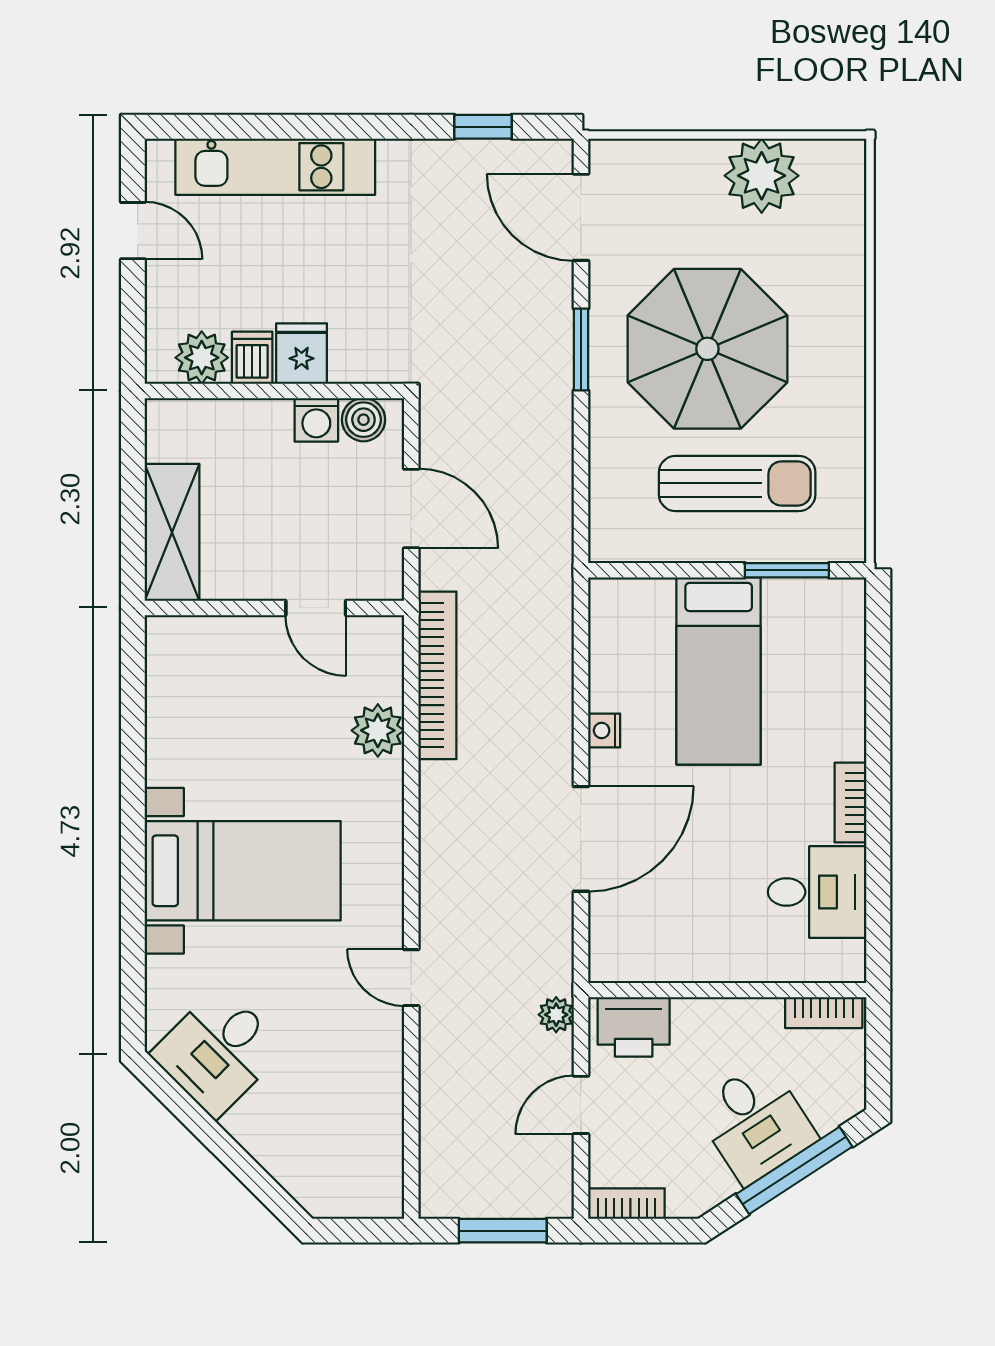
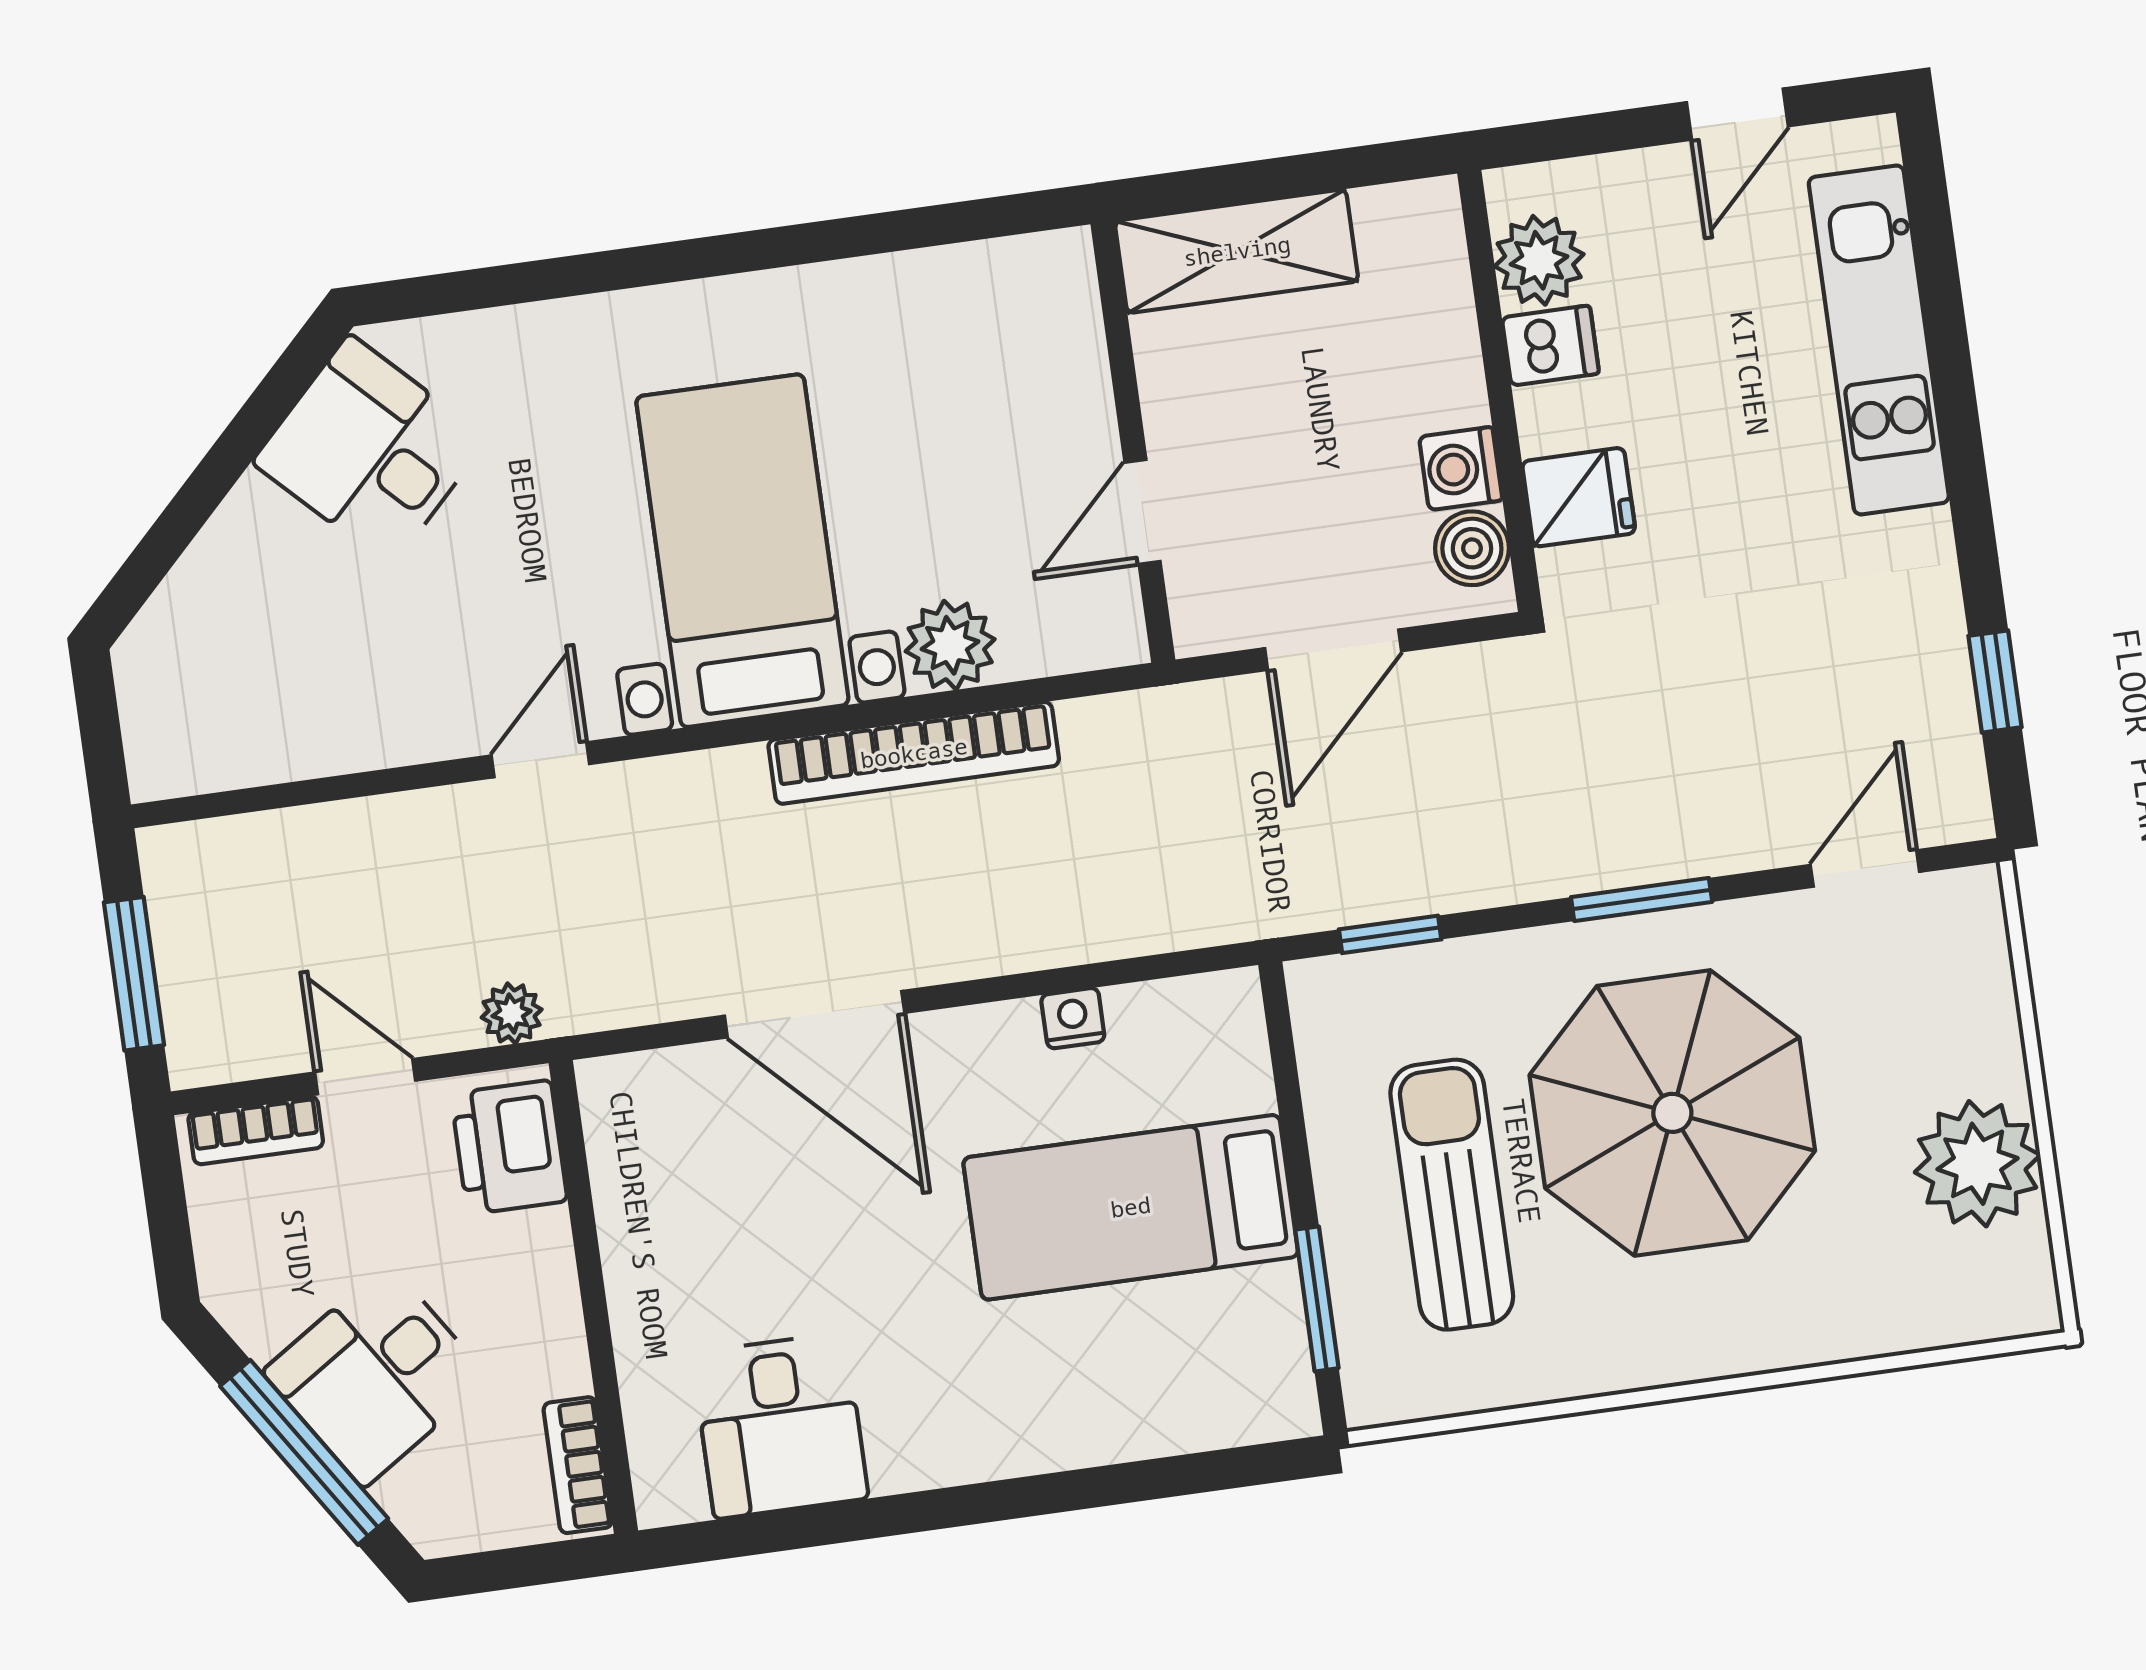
door: (581, 217) -> (1865, 868), width x0.73
fridge: (302, 354) -> (1579, 497), moved
sun lounger: (737, 483) -> (1452, 1195), turned 180
window: (581, 498) -> (1390, 934), added
bookcase: (437, 675) -> (914, 753), moved
nightstand: (604, 731) -> (1073, 1018), moved
bookcase: (851, 803) -> (939, 1461), removed
bed with nightstands: (243, 871) -> (742, 551), moved, turned 180
bookcase: (626, 1204) -> (256, 1130), moved, turned 90

